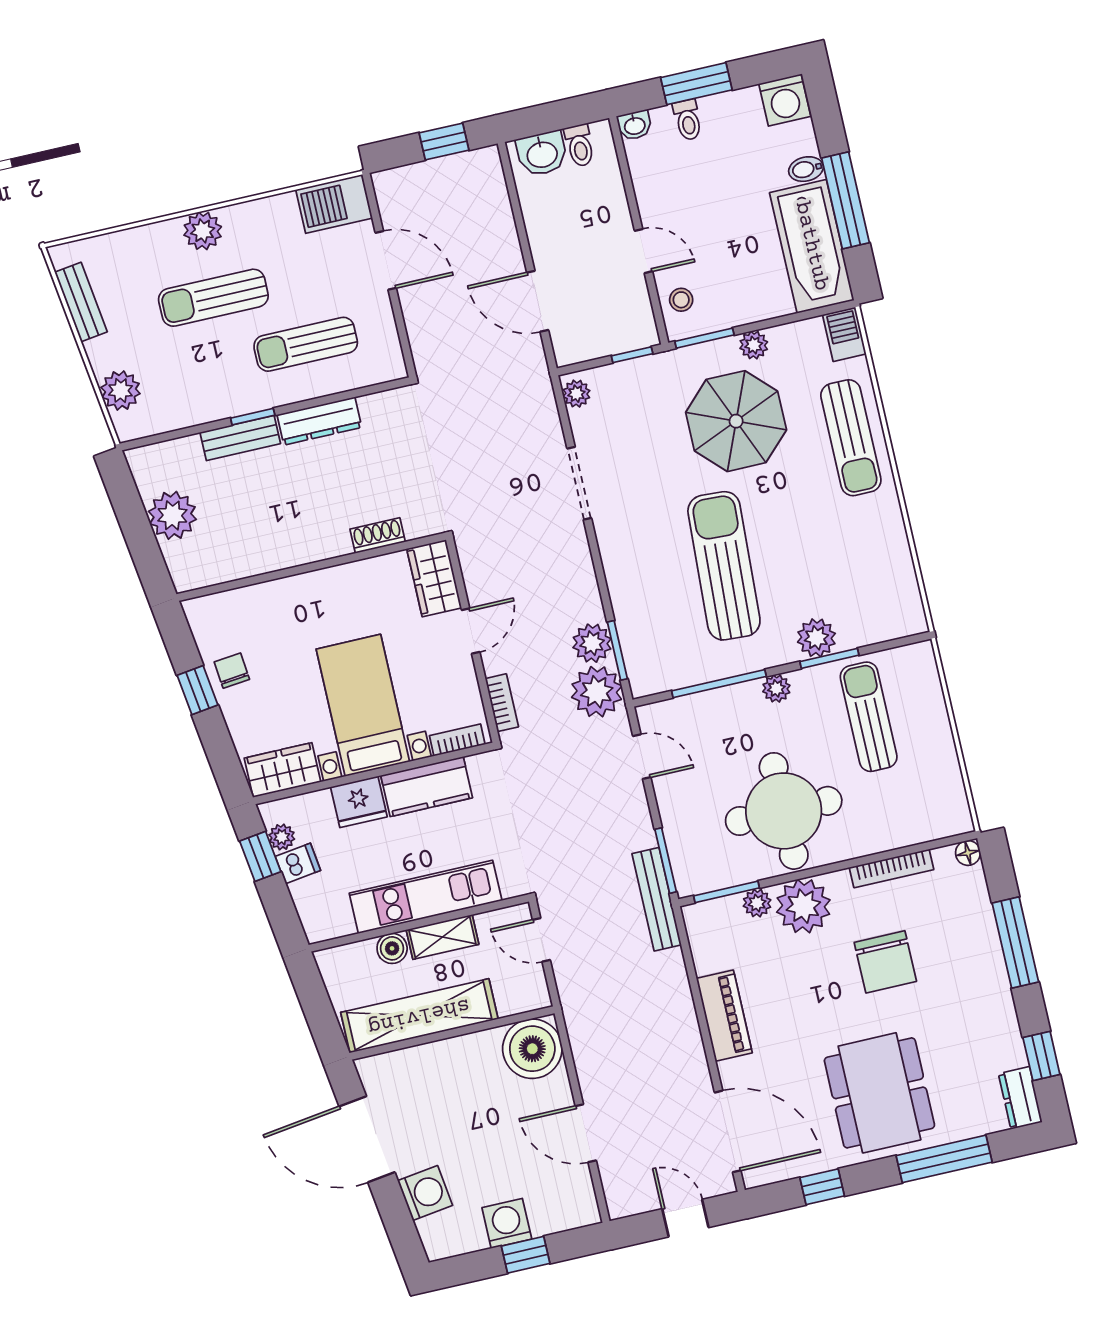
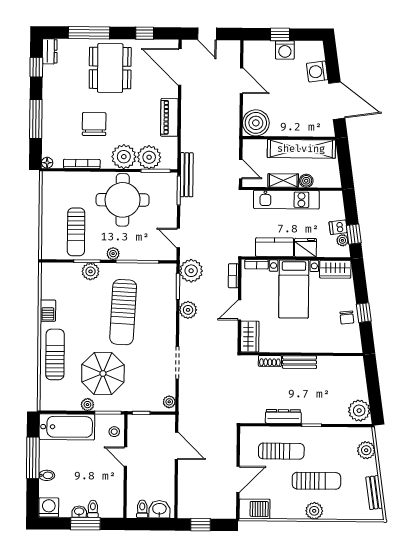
washbasin: (635, 125) -> (79, 512), moved
bathtub: (812, 246) -> (67, 427), moved, turned 90
door: (386, 260) -> (238, 479), swing flipped
barbecue: (844, 334) -> (48, 311), moved
bench: (240, 438) -> (299, 362), moved
plant: (172, 515) -> (359, 411), moved
plant: (592, 643) -> (188, 310), moved
plant: (757, 903) -> (149, 157), width x1.87, depth x1.87

